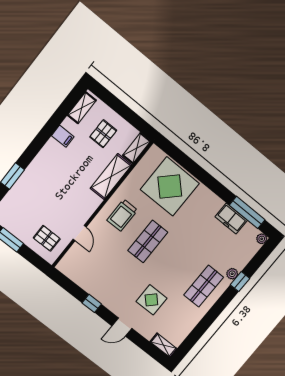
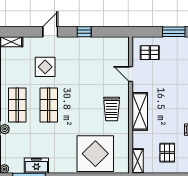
shelving: (111, 177) -> (140, 111), moved
trolley: (122, 215) -> (112, 109), turned 180
shop shelf: (148, 241) -> (49, 105), moved

